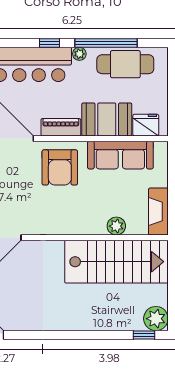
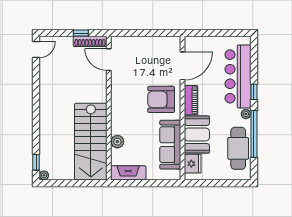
plant: (156, 319) -> (44, 175), width x0.53, depth x0.53

